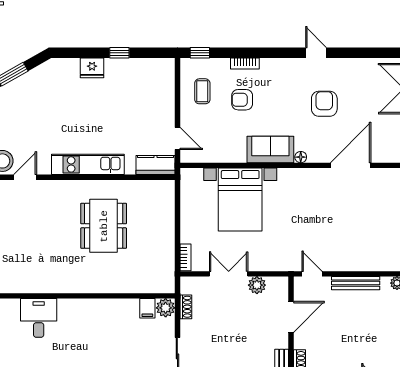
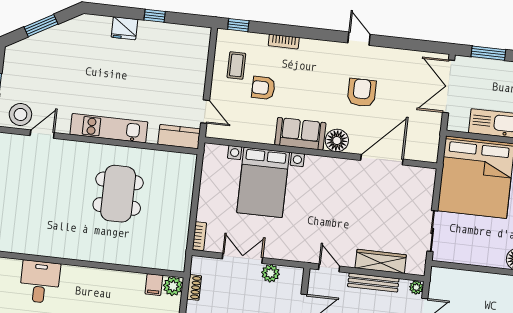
armchair: (242, 100) -> (263, 88), moved
floor lamp: (301, 157) -> (337, 141), width x1.89, depth x1.89
wardrobe: (360, 262) -> (381, 261), added

